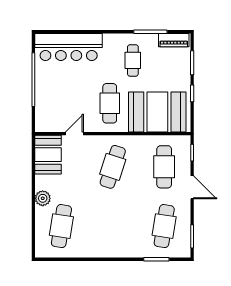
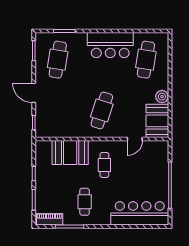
cafe table: (110, 103) -> (104, 165), width x0.73, depth x0.74
booth: (157, 112) -> (70, 152), width x0.73, depth x0.70
cafe table: (164, 167) -> (58, 110), removed
plant: (43, 198) -> (162, 97), moved
bar counter: (103, 243) -> (110, 45), added

